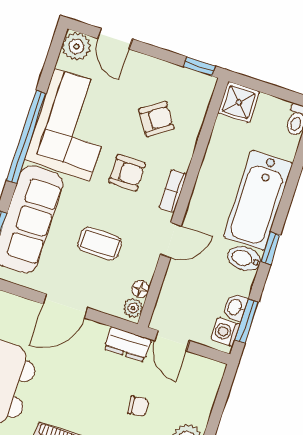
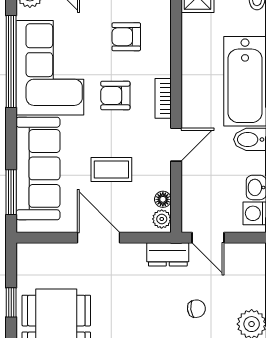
armchair: (156, 119) -> (126, 37), turned -146
window: (26, 137) -> (11, 61), moved
armchair: (127, 173) -> (115, 96), turned 180
door: (65, 306) -> (98, 238), swing flipped

